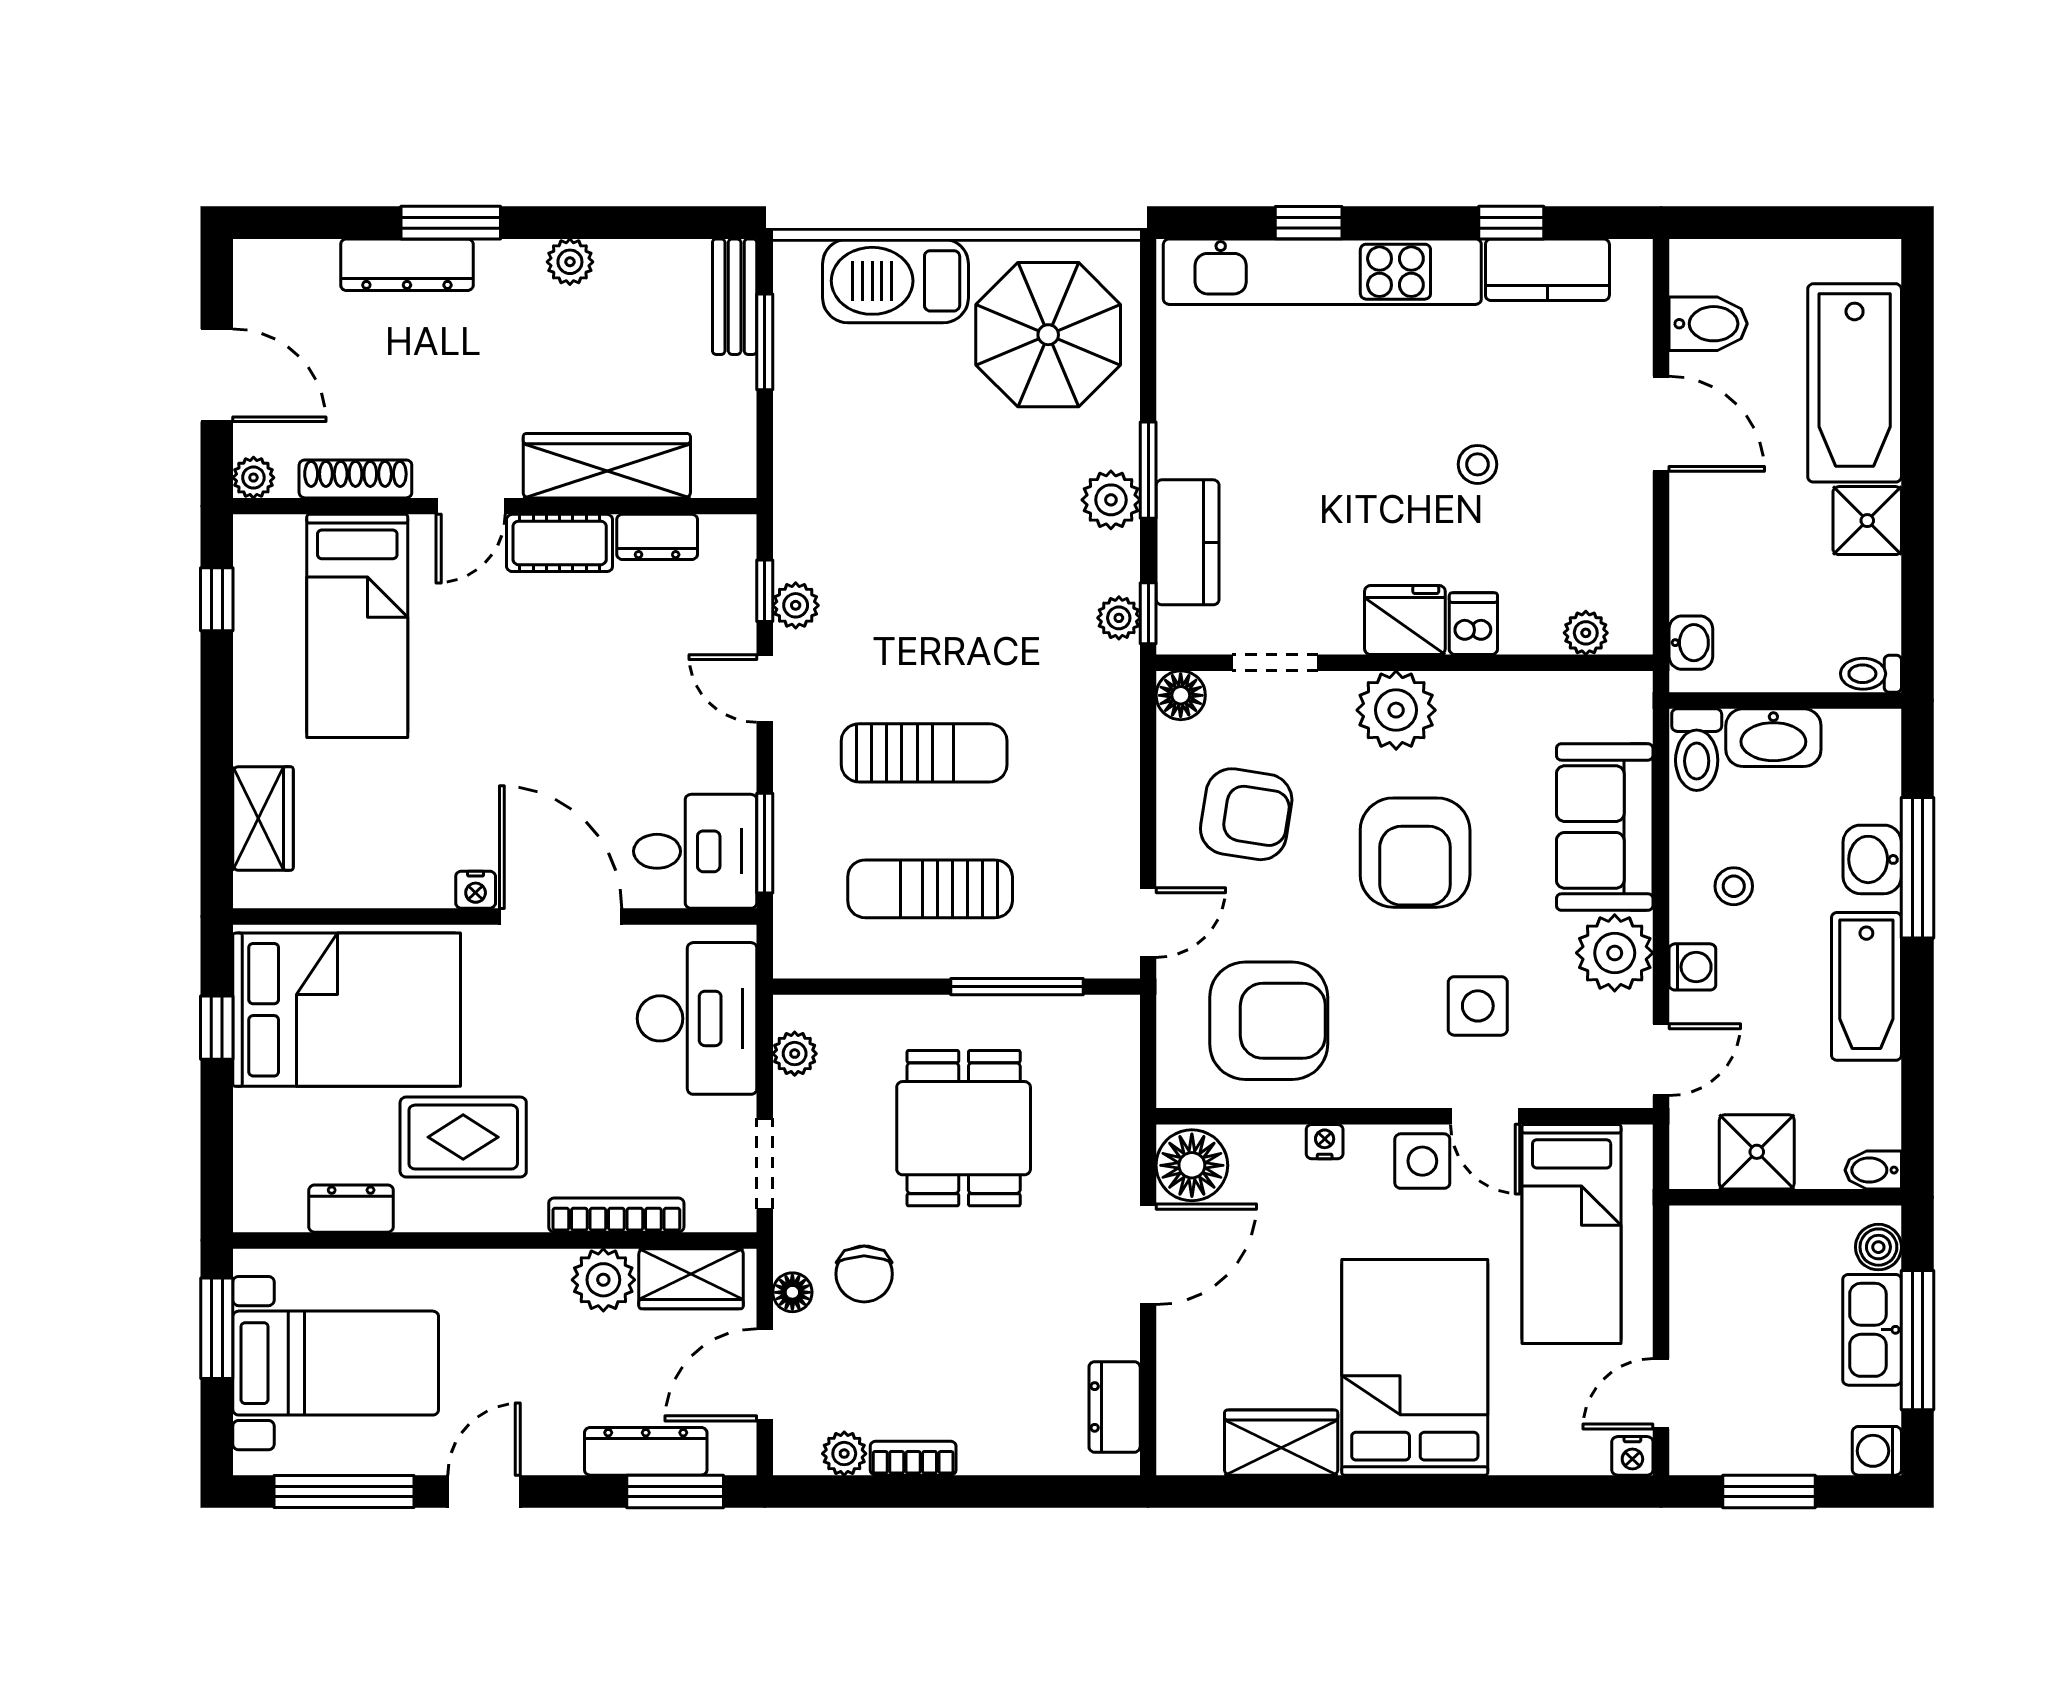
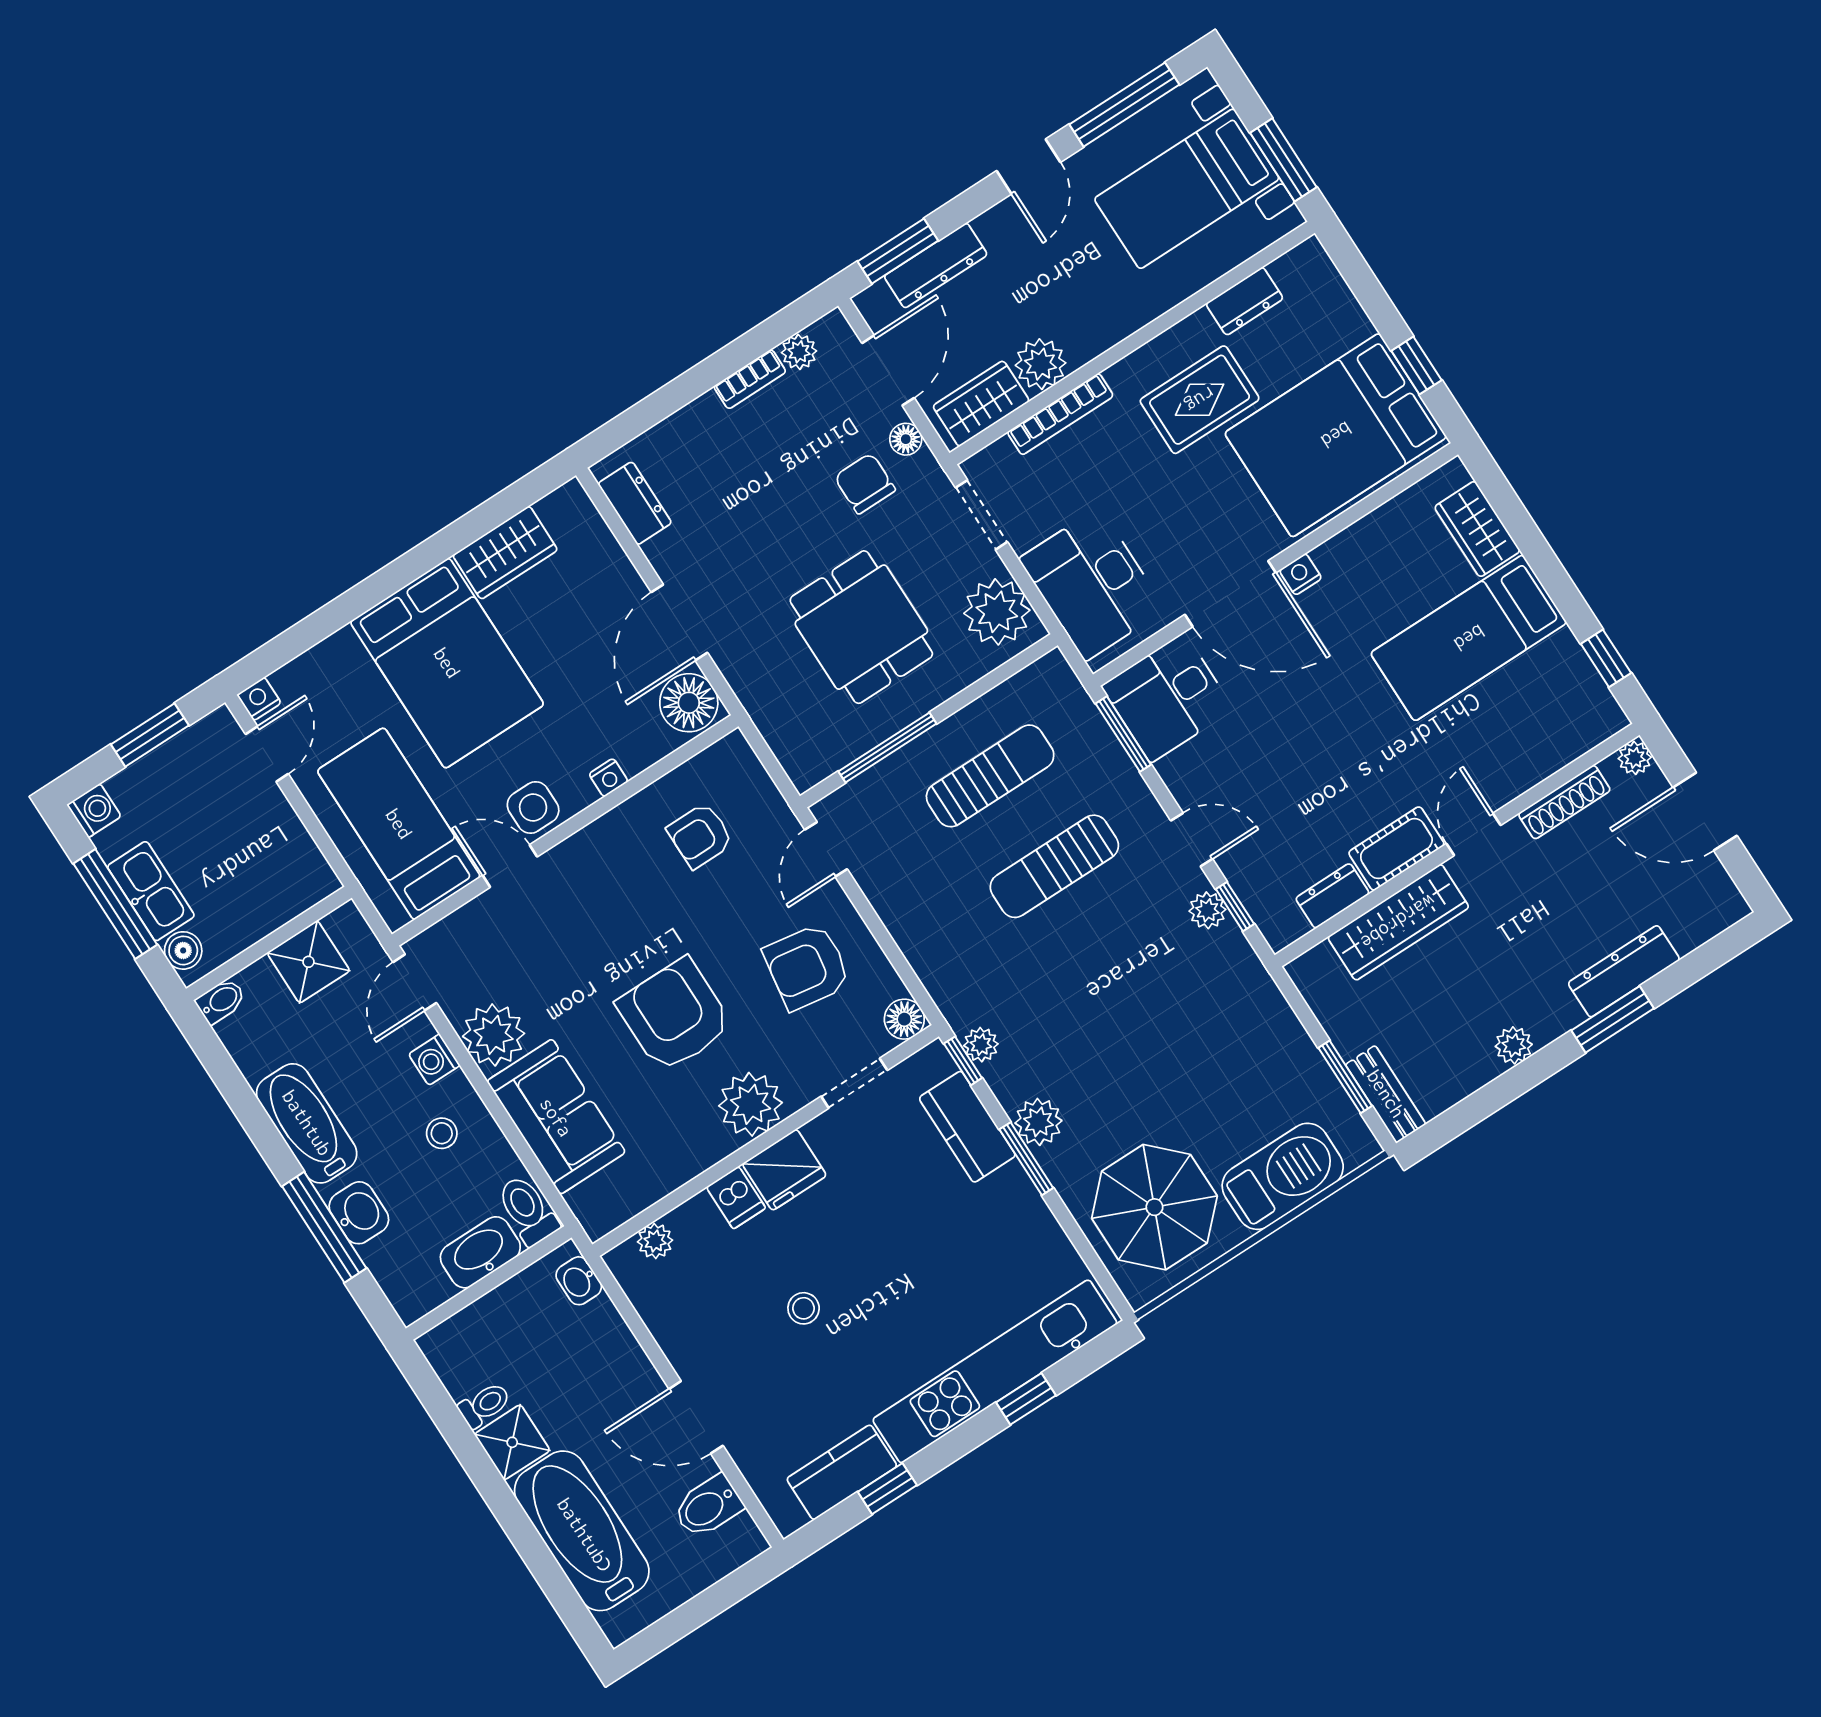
bed: (357, 626) -> (1469, 638), moved, turned -90
toilet: (1871, 674) -> (484, 1405), moved
side table: (1478, 1006) -> (564, 938), removed
armchair: (1269, 1021) -> (700, 836), width x0.53, depth x0.53
plant: (795, 1054) -> (997, 612), width x1.88, depth x1.88

